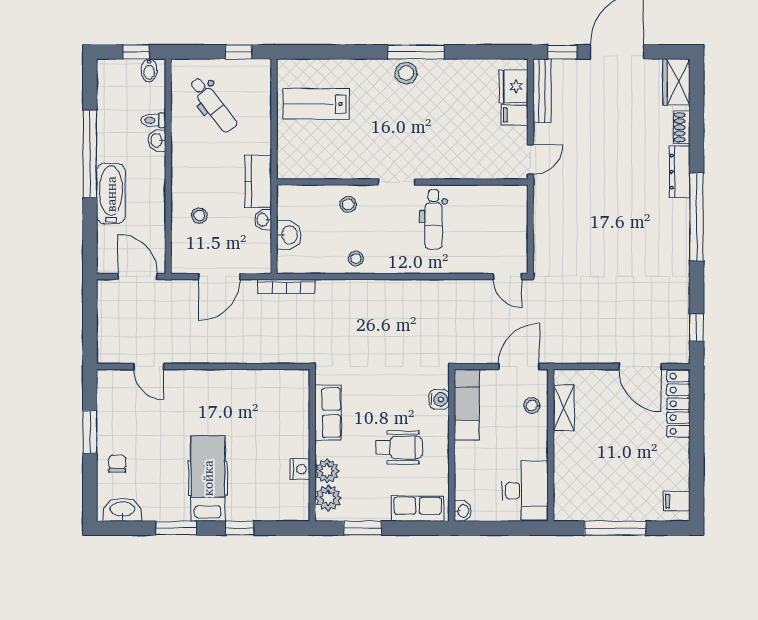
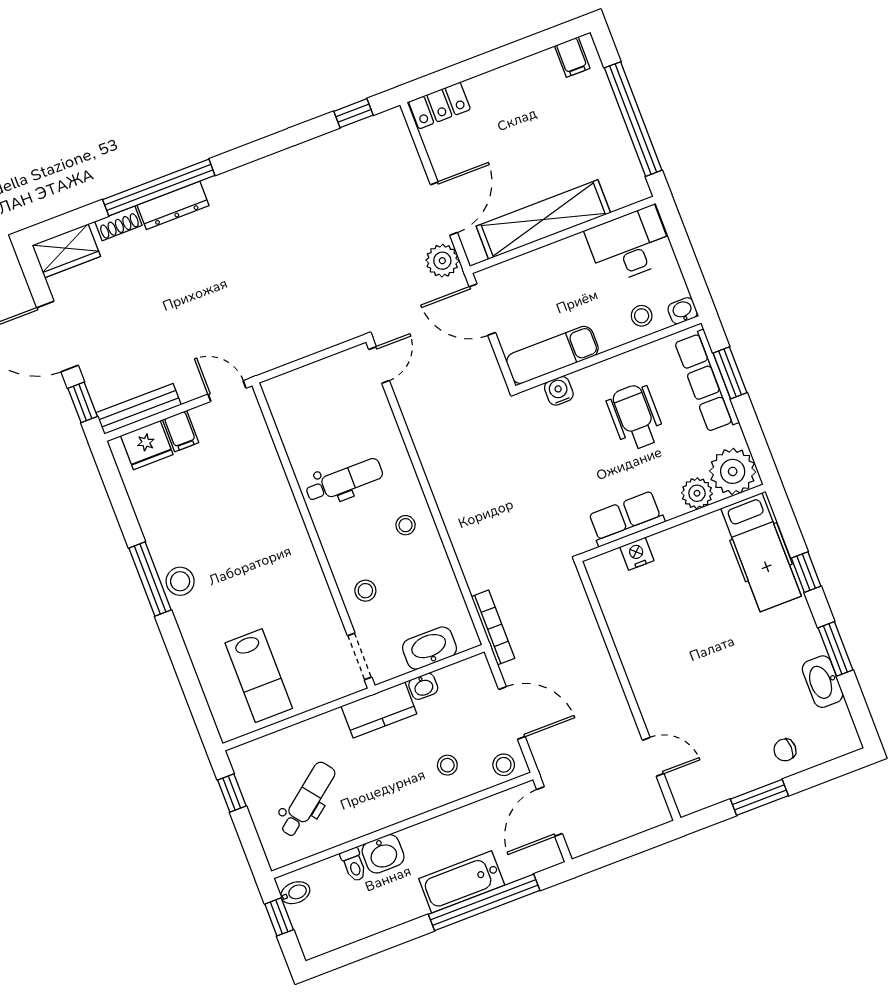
washbasin: (157, 140) -> (383, 854), width x1.38, depth x1.45
window: (90, 154) -> (484, 902), moved
doorway: (397, 182) -> (360, 656), moved
window: (697, 217) -> (159, 187), moved
washbasin: (289, 235) -> (429, 648), width x1.38
stool: (184, 256) -> (504, 765), added
stool: (356, 259) -> (406, 525), moved
plant: (565, 351) -> (442, 261), added
door: (149, 366) -> (653, 757), hinge flipped
door: (640, 366) -> (444, 209), moved
locker: (678, 404) -> (439, 105), width x0.66
stool: (532, 405) -> (642, 316), moved
shelving: (564, 408) -> (543, 220), width x2.20, depth x1.33
nightstand: (300, 469) -> (637, 554), moved
hospital bed: (208, 478) -> (761, 552), moved, turned -90
plant: (328, 498) -> (733, 471), width x1.36, depth x1.36
row of seats: (418, 509) -> (707, 381), width x1.48
washbasin: (122, 510) -> (823, 682), moved
window: (362, 528) -> (730, 373), moved
window: (615, 528) -> (633, 119), width x1.46

